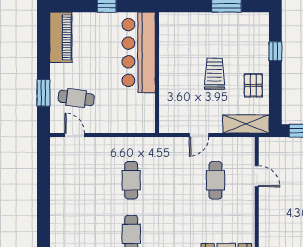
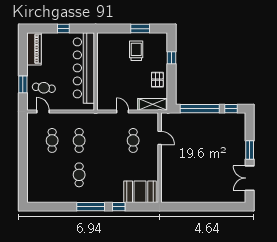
bar counter: (139, 52) -> (84, 68), width x1.36
trolley: (214, 74) -> (136, 51), moved
door: (199, 135) -> (123, 111), swing flipped
cafe table: (89, 180) -> (52, 140), added

